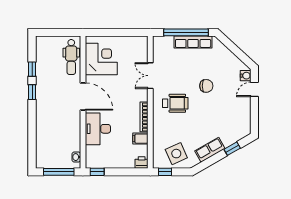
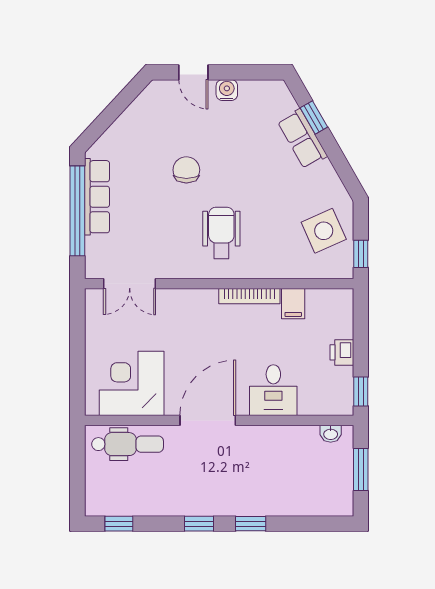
window: (32, 69) -> (119, 524), moved
double door: (150, 76) -> (130, 284), moved
water cooler: (246, 76) -> (227, 90), moved
window: (32, 118) -> (251, 524), added
desk: (98, 129) -> (273, 390), width x0.73
row of seats: (210, 150) -> (302, 139), moved
printer: (142, 163) -> (342, 352), moved
window: (59, 172) -> (361, 470), width x0.69

